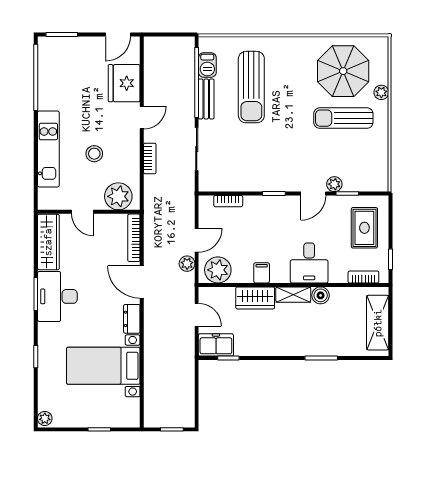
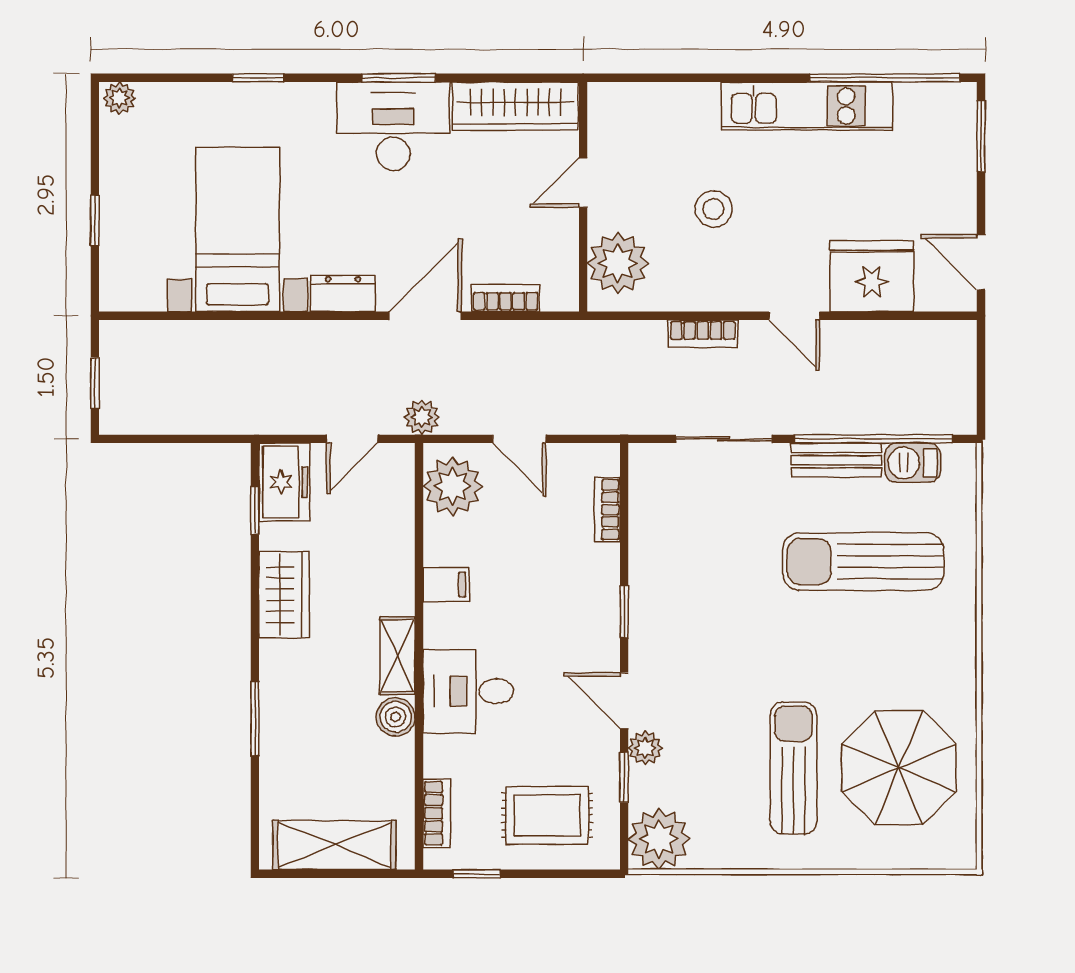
plant: (381, 92) -> (659, 839), moved, width x1.88, depth x1.88
kitchen unit: (48, 149) -> (807, 106), moved
bookcase: (134, 238) -> (505, 298), width x0.64
plant: (187, 264) -> (422, 417), moved
wardrobe: (255, 298) -> (284, 595), moved, turned 180

